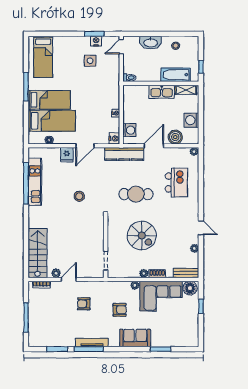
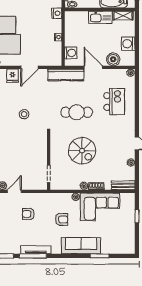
nightstand: (114, 138) -> (57, 13), moved
door: (154, 146) -> (93, 67), hinge flipped
floor lamp: (190, 288) -> (127, 199), removed
sofa: (135, 338) -> (81, 246), width x1.36

